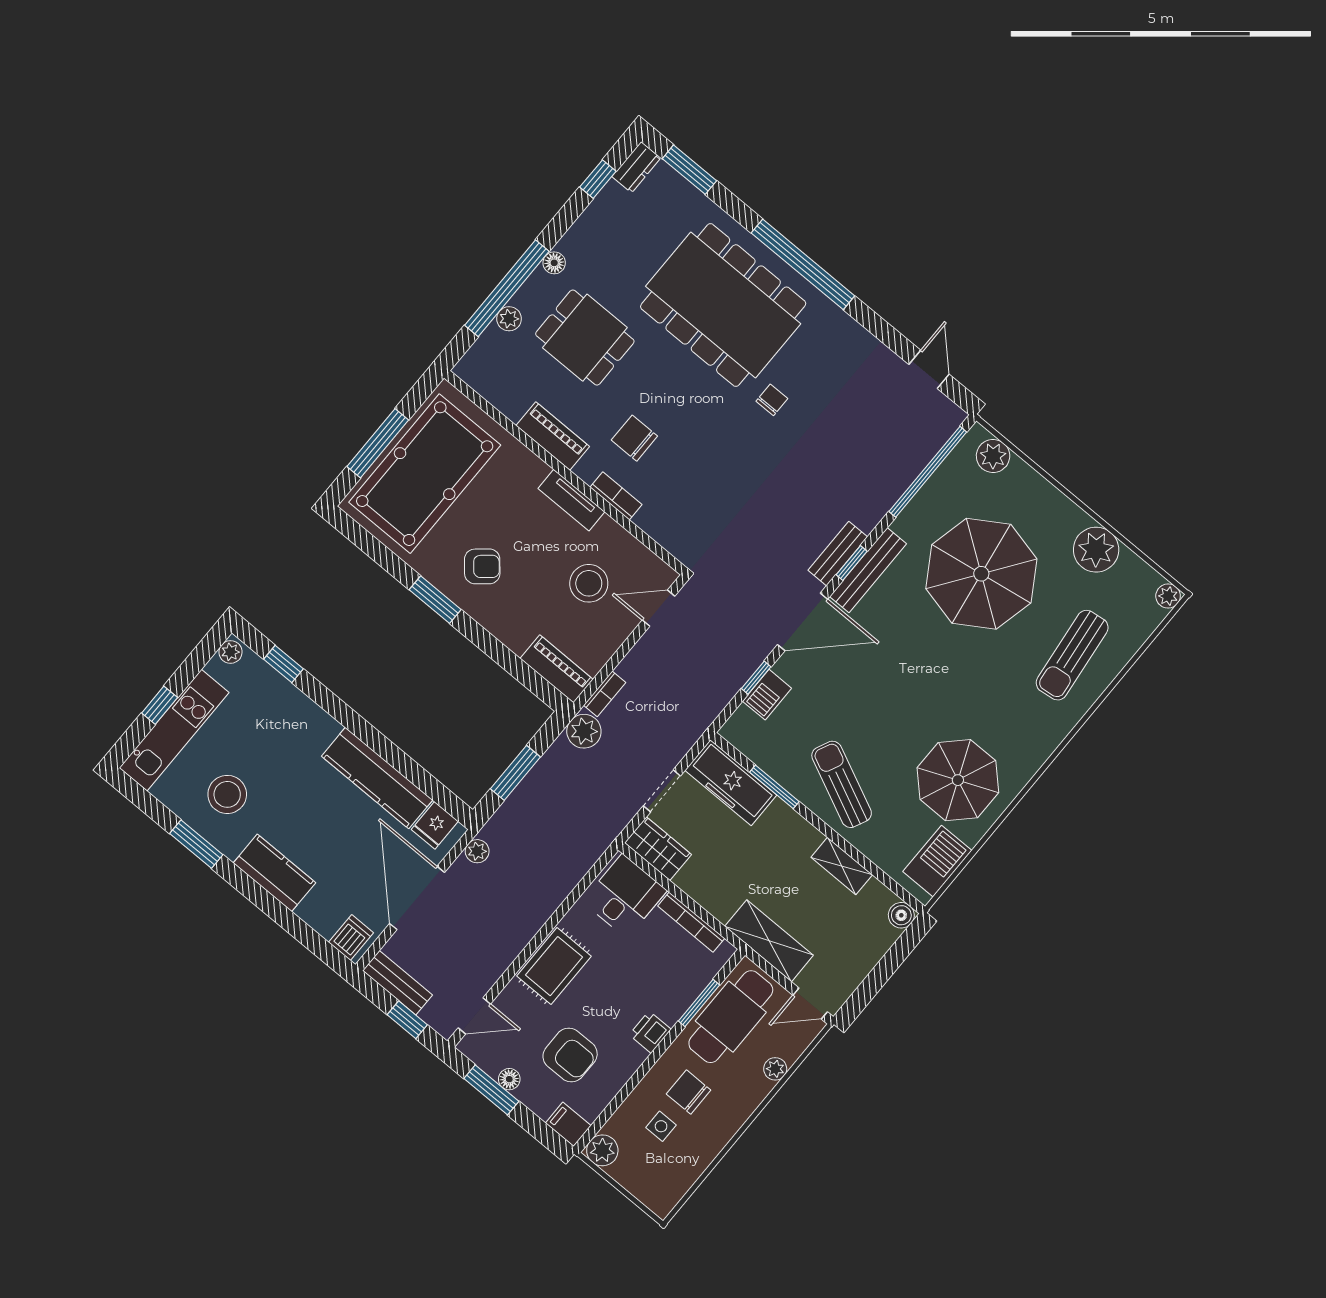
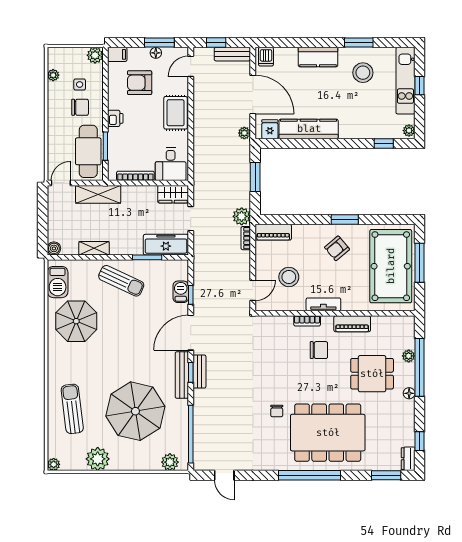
plant: (775, 1069) -> (53, 75), moved

